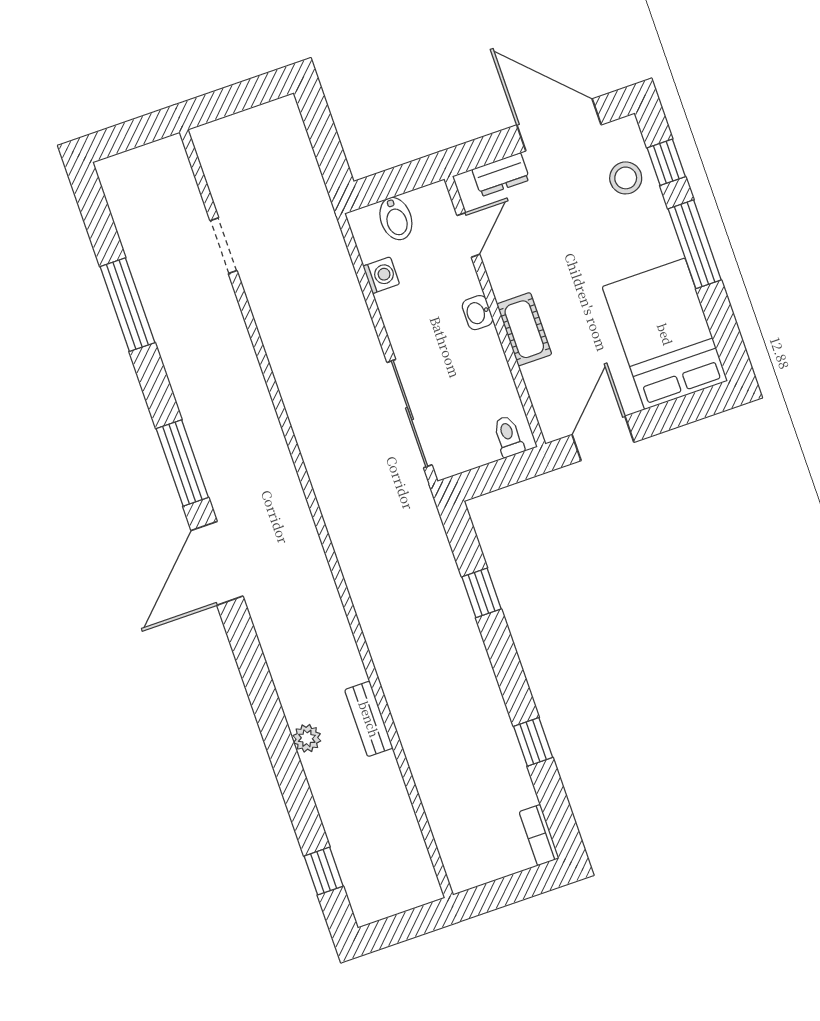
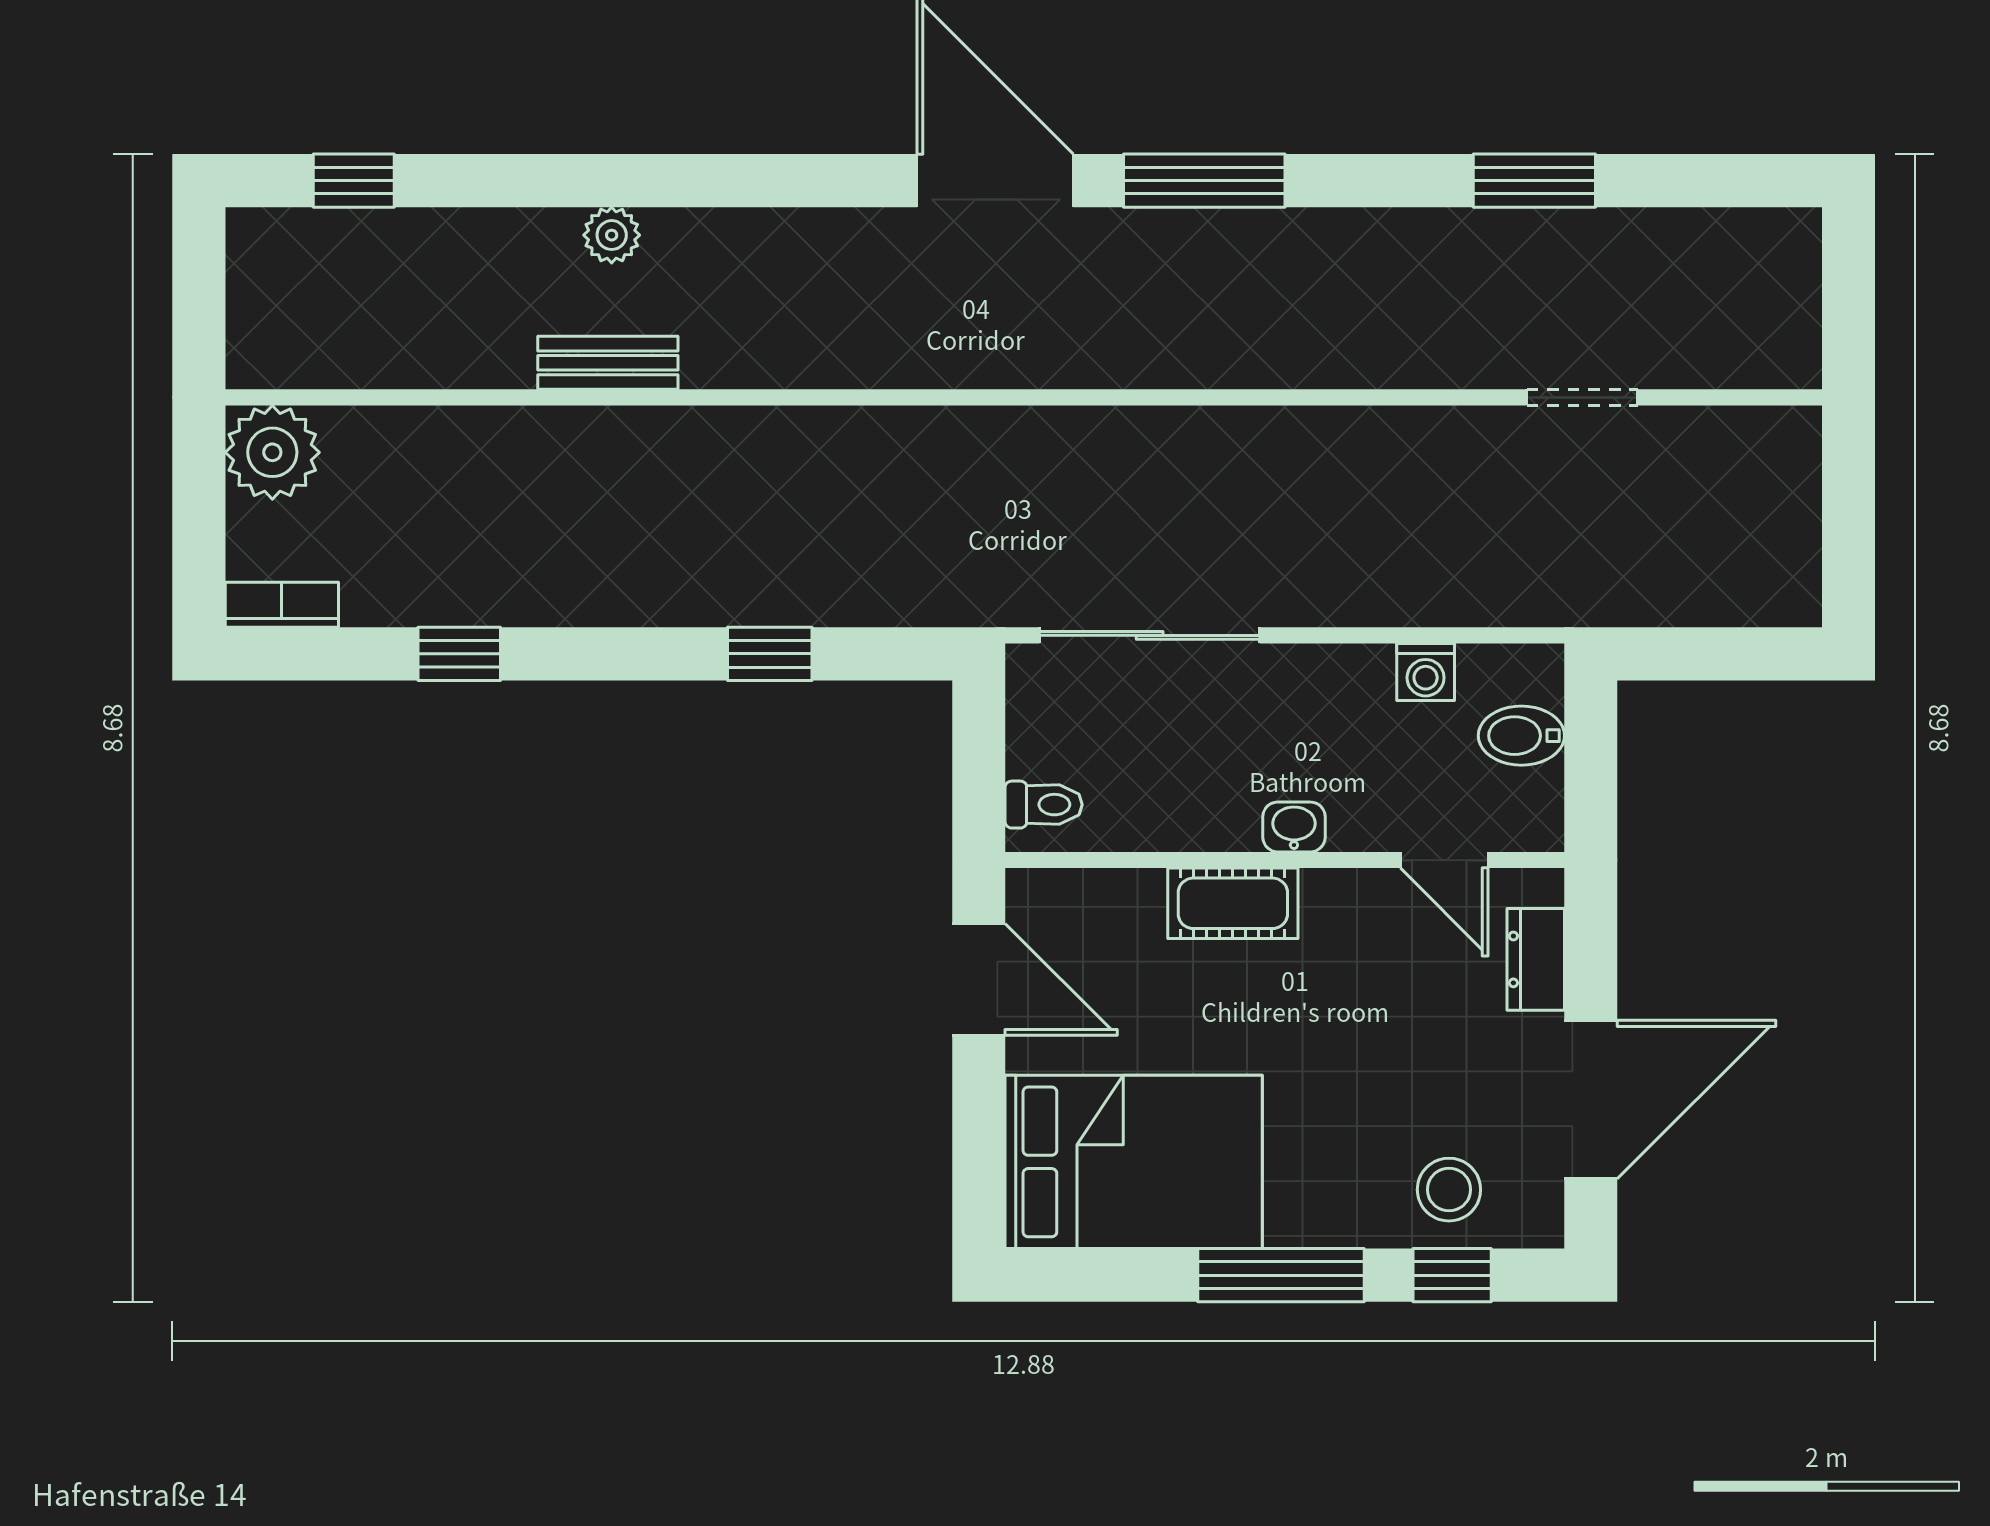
window: (127, 305) -> (1534, 181), width x0.69
plant: (467, 865) -> (272, 452), added

